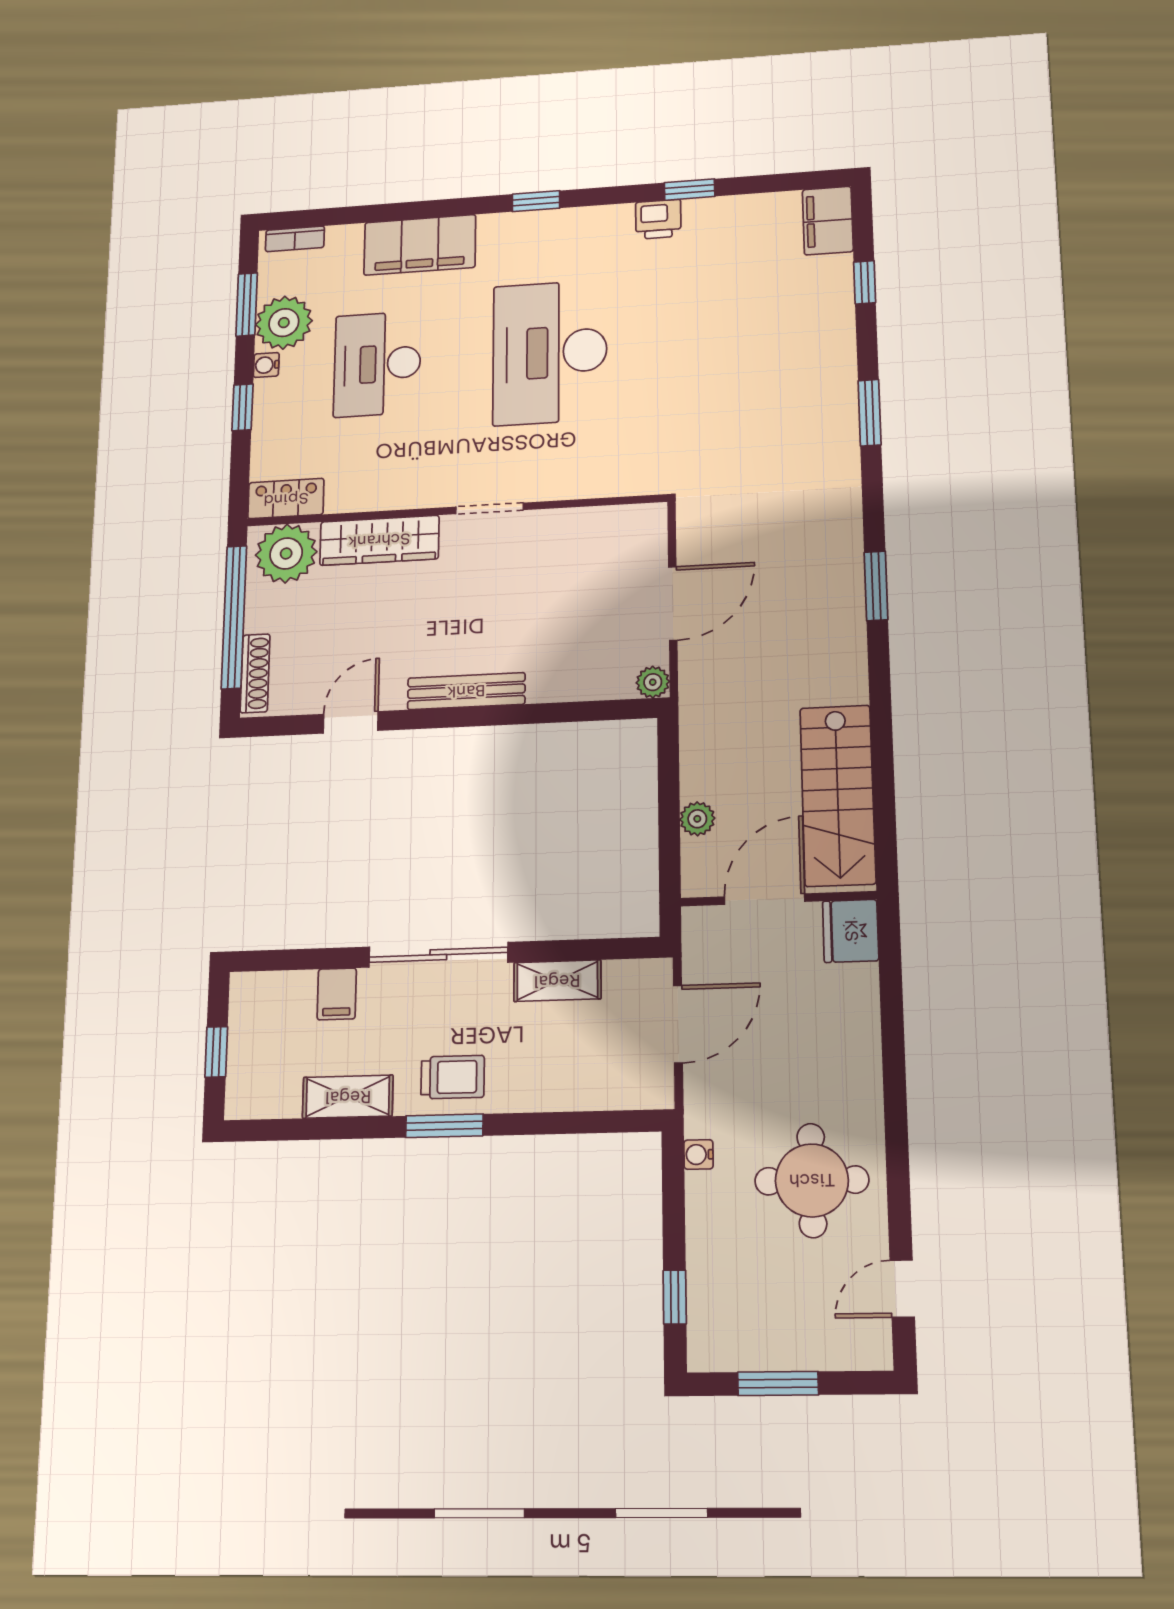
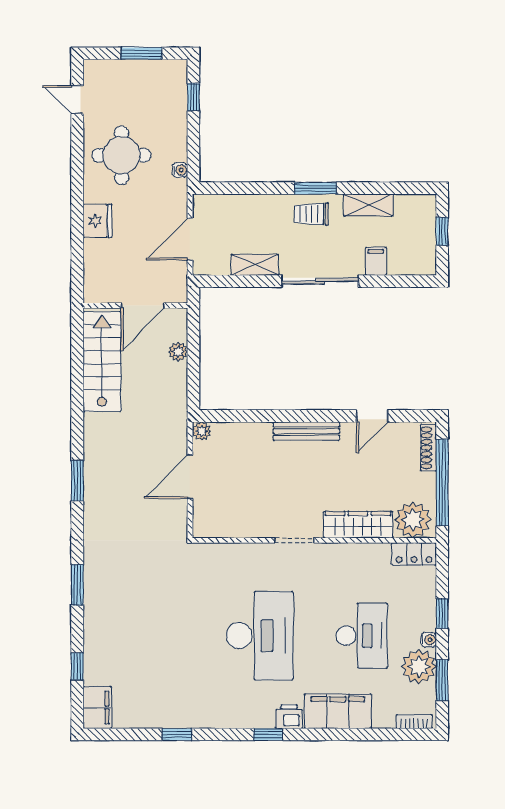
printer: (658, 219) -> (289, 717), moved
fridge: (851, 931) -> (97, 221), moved
door: (902, 1289) -> (77, 100), swing flipped

